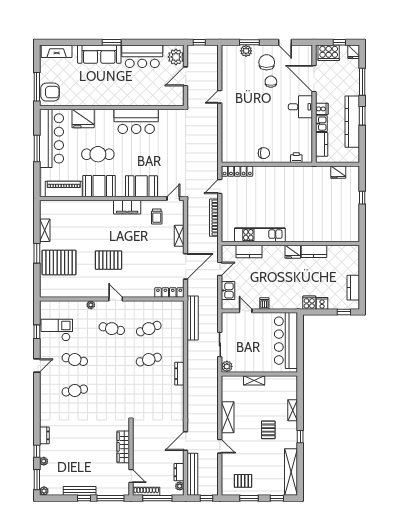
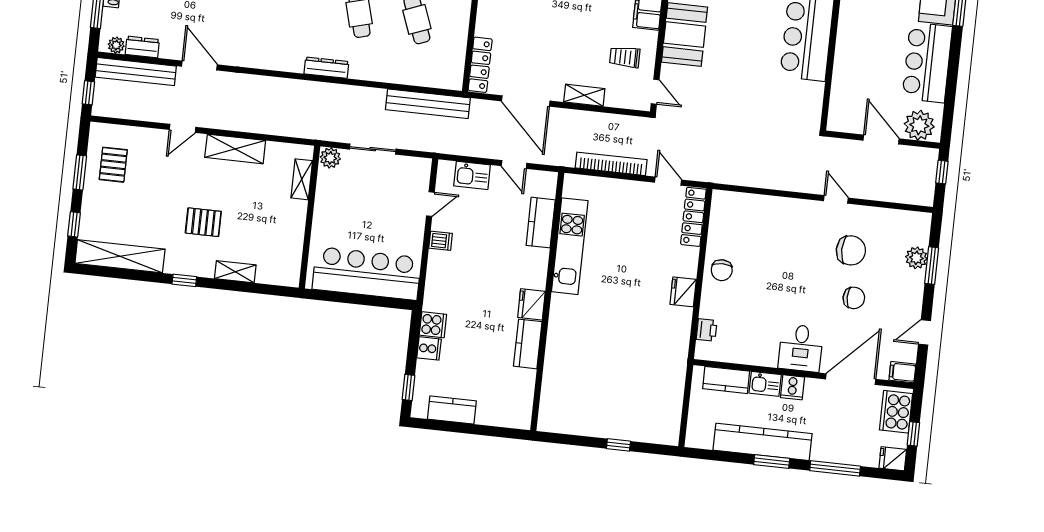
filing cabinet: (307, 52) -> (902, 372), added
chair: (267, 62) -> (851, 250), moved
fridge: (338, 172) -> (683, 292), moved
shelving: (254, 380) -> (302, 179), moved

